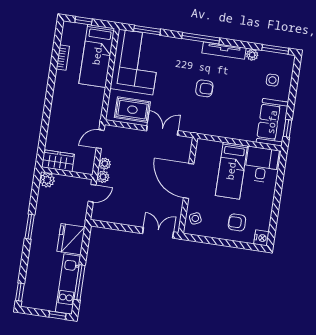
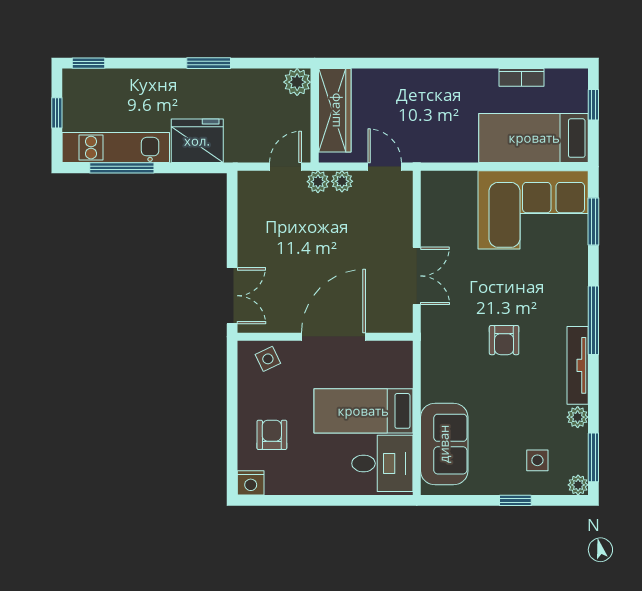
plant: (289, 60) -> (578, 485), added
rug: (132, 110) -> (447, 217), removed
sofa: (272, 122) -> (444, 444), moved, turned 90
window: (287, 128) -> (515, 500), moved
wardrobe: (58, 161) -> (335, 110), width x1.50
door: (92, 193) -> (285, 167), swing flipped
window: (57, 315) -> (57, 113), moved

